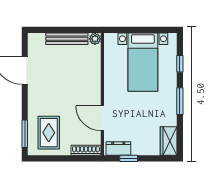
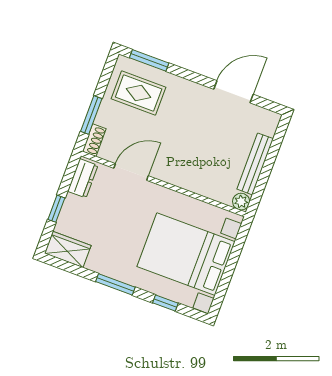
bed with nightstands: (143, 62) -> (186, 254), width x1.36
shoe rack: (86, 150) -> (94, 140), width x0.70
window: (75, 158) -> (91, 115), added
window: (129, 158) -> (56, 209), moved

